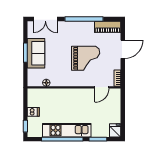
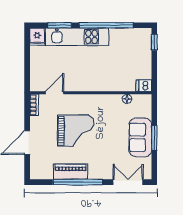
piano: (108, 27) -> (71, 172), moved
grand piano: (86, 58) -> (76, 131), turned 180
dishwasher: (33, 112) -> (144, 86), moved
kitchen unit: (67, 130) -> (77, 37), moved

